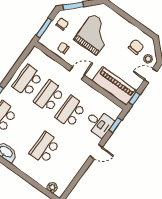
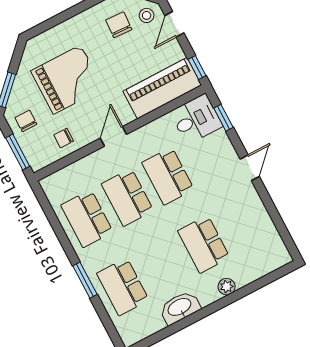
grand piano: (94, 34) -> (67, 80), turned 90
desk: (99, 123) -> (196, 119), moved
plant: (52, 187) -> (227, 287), moved

